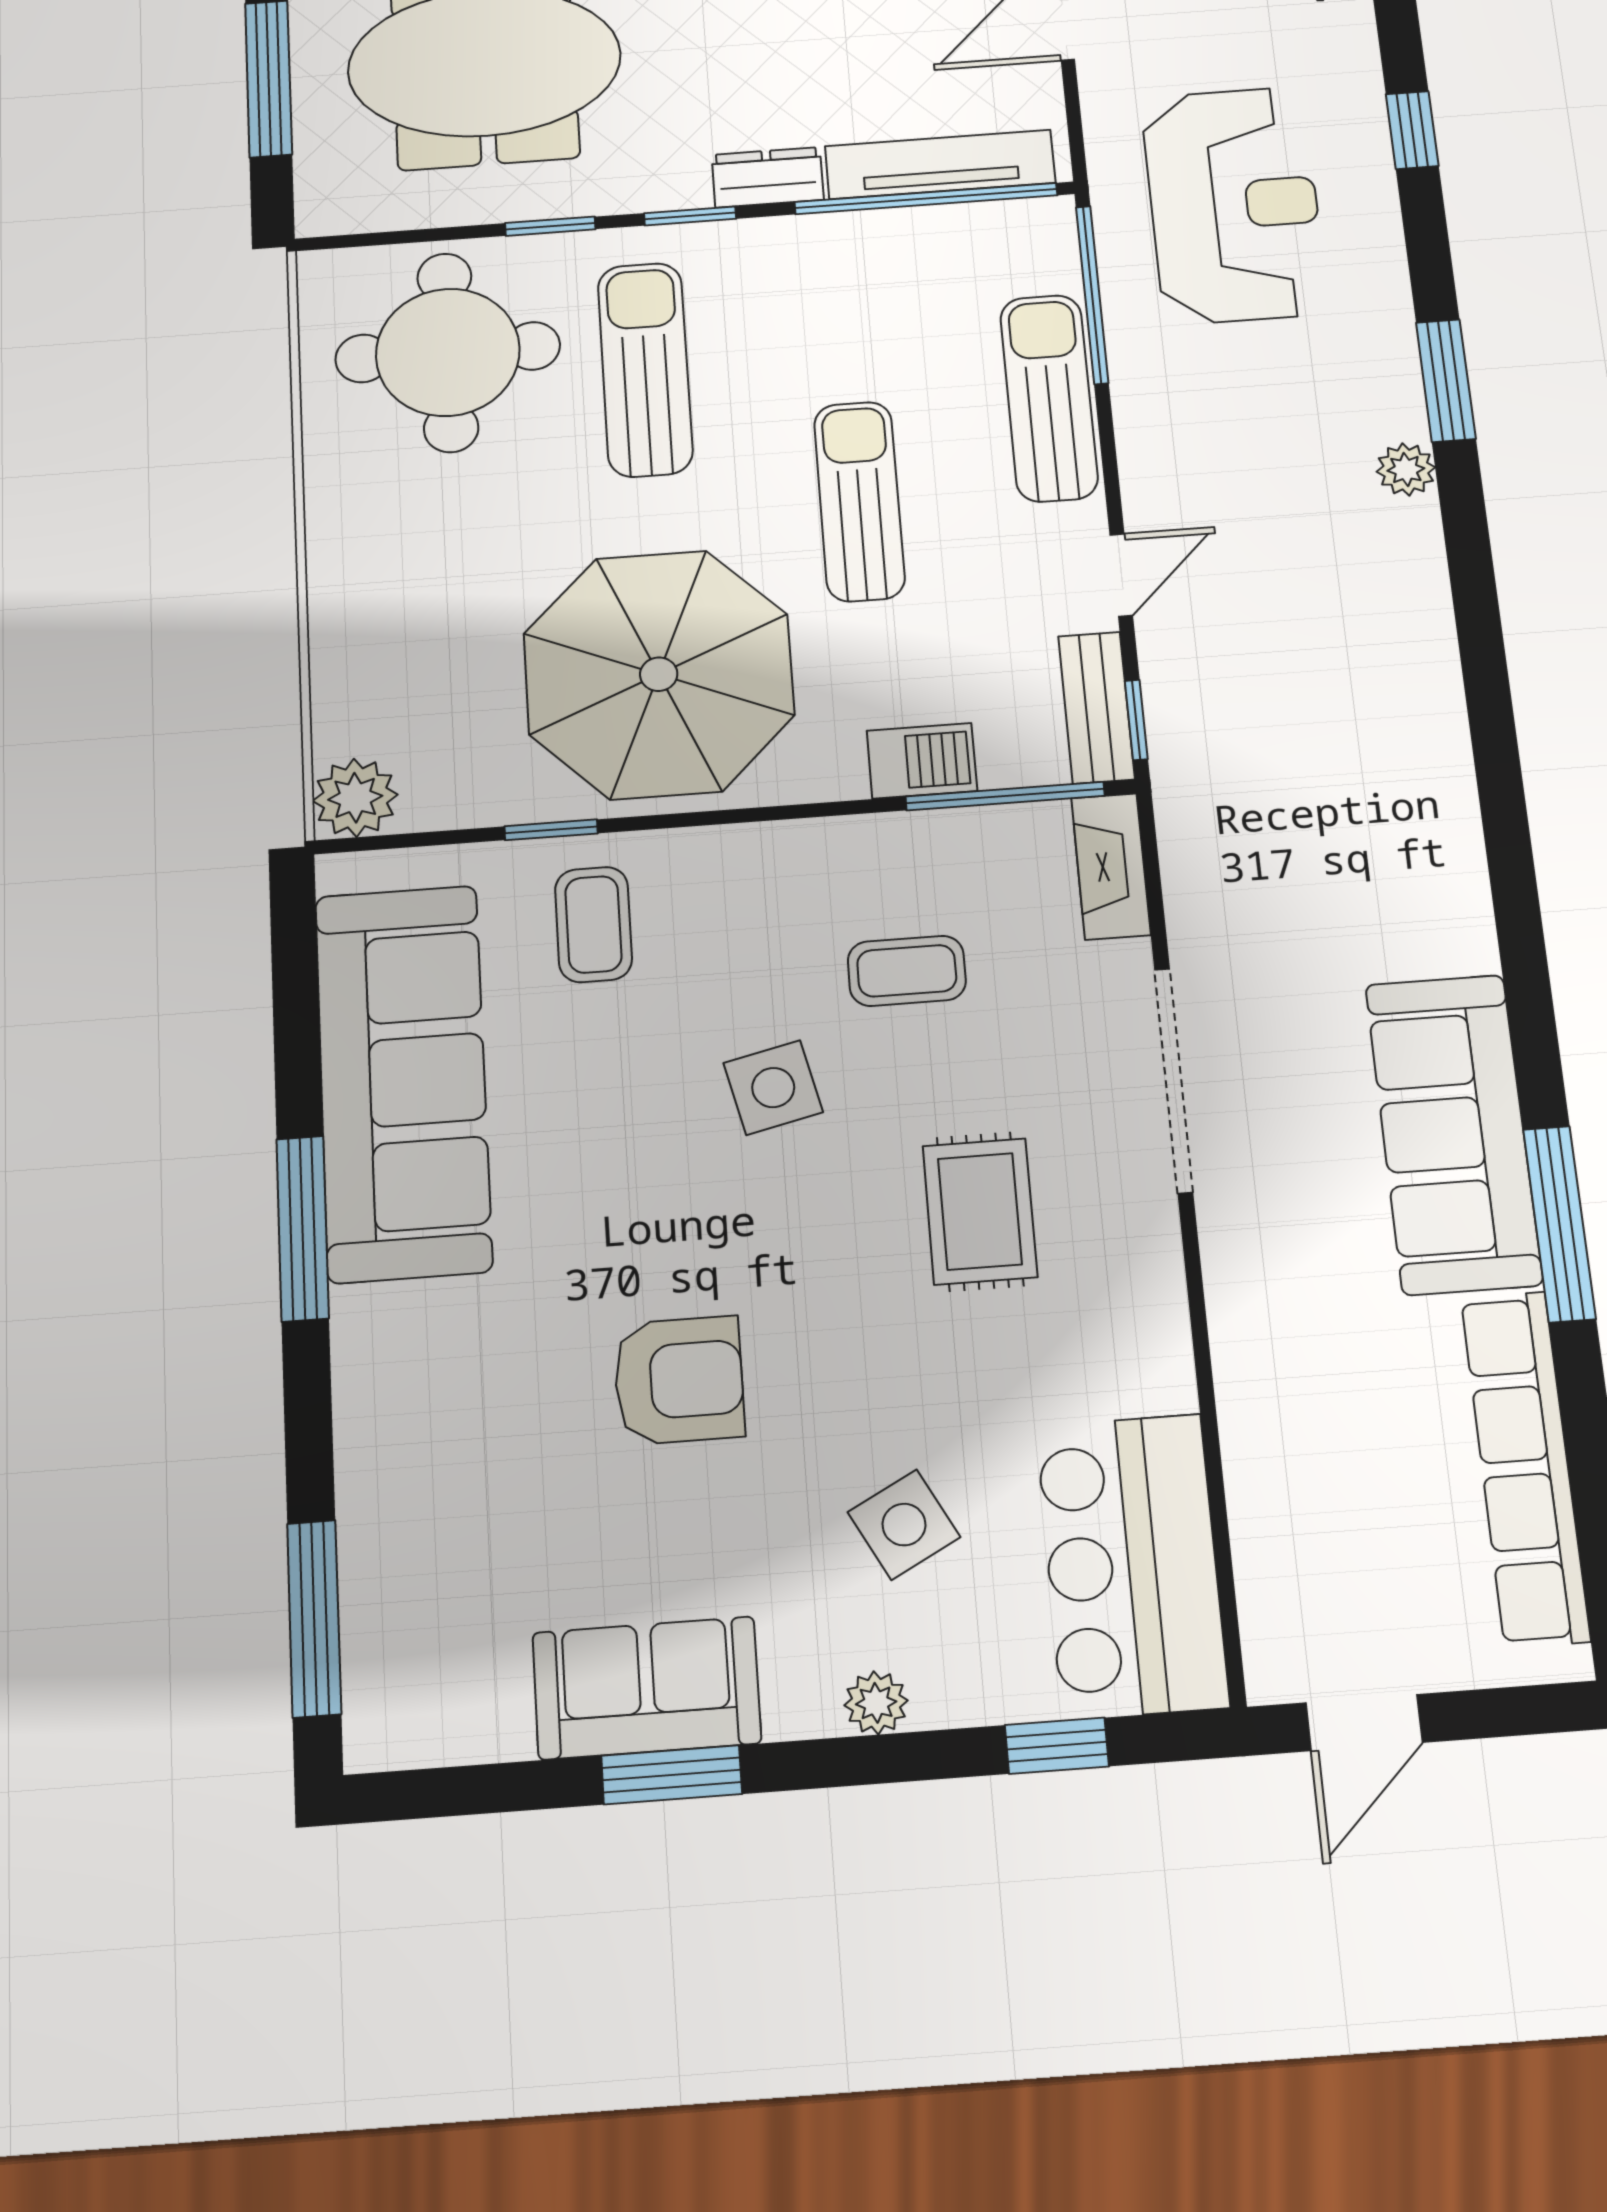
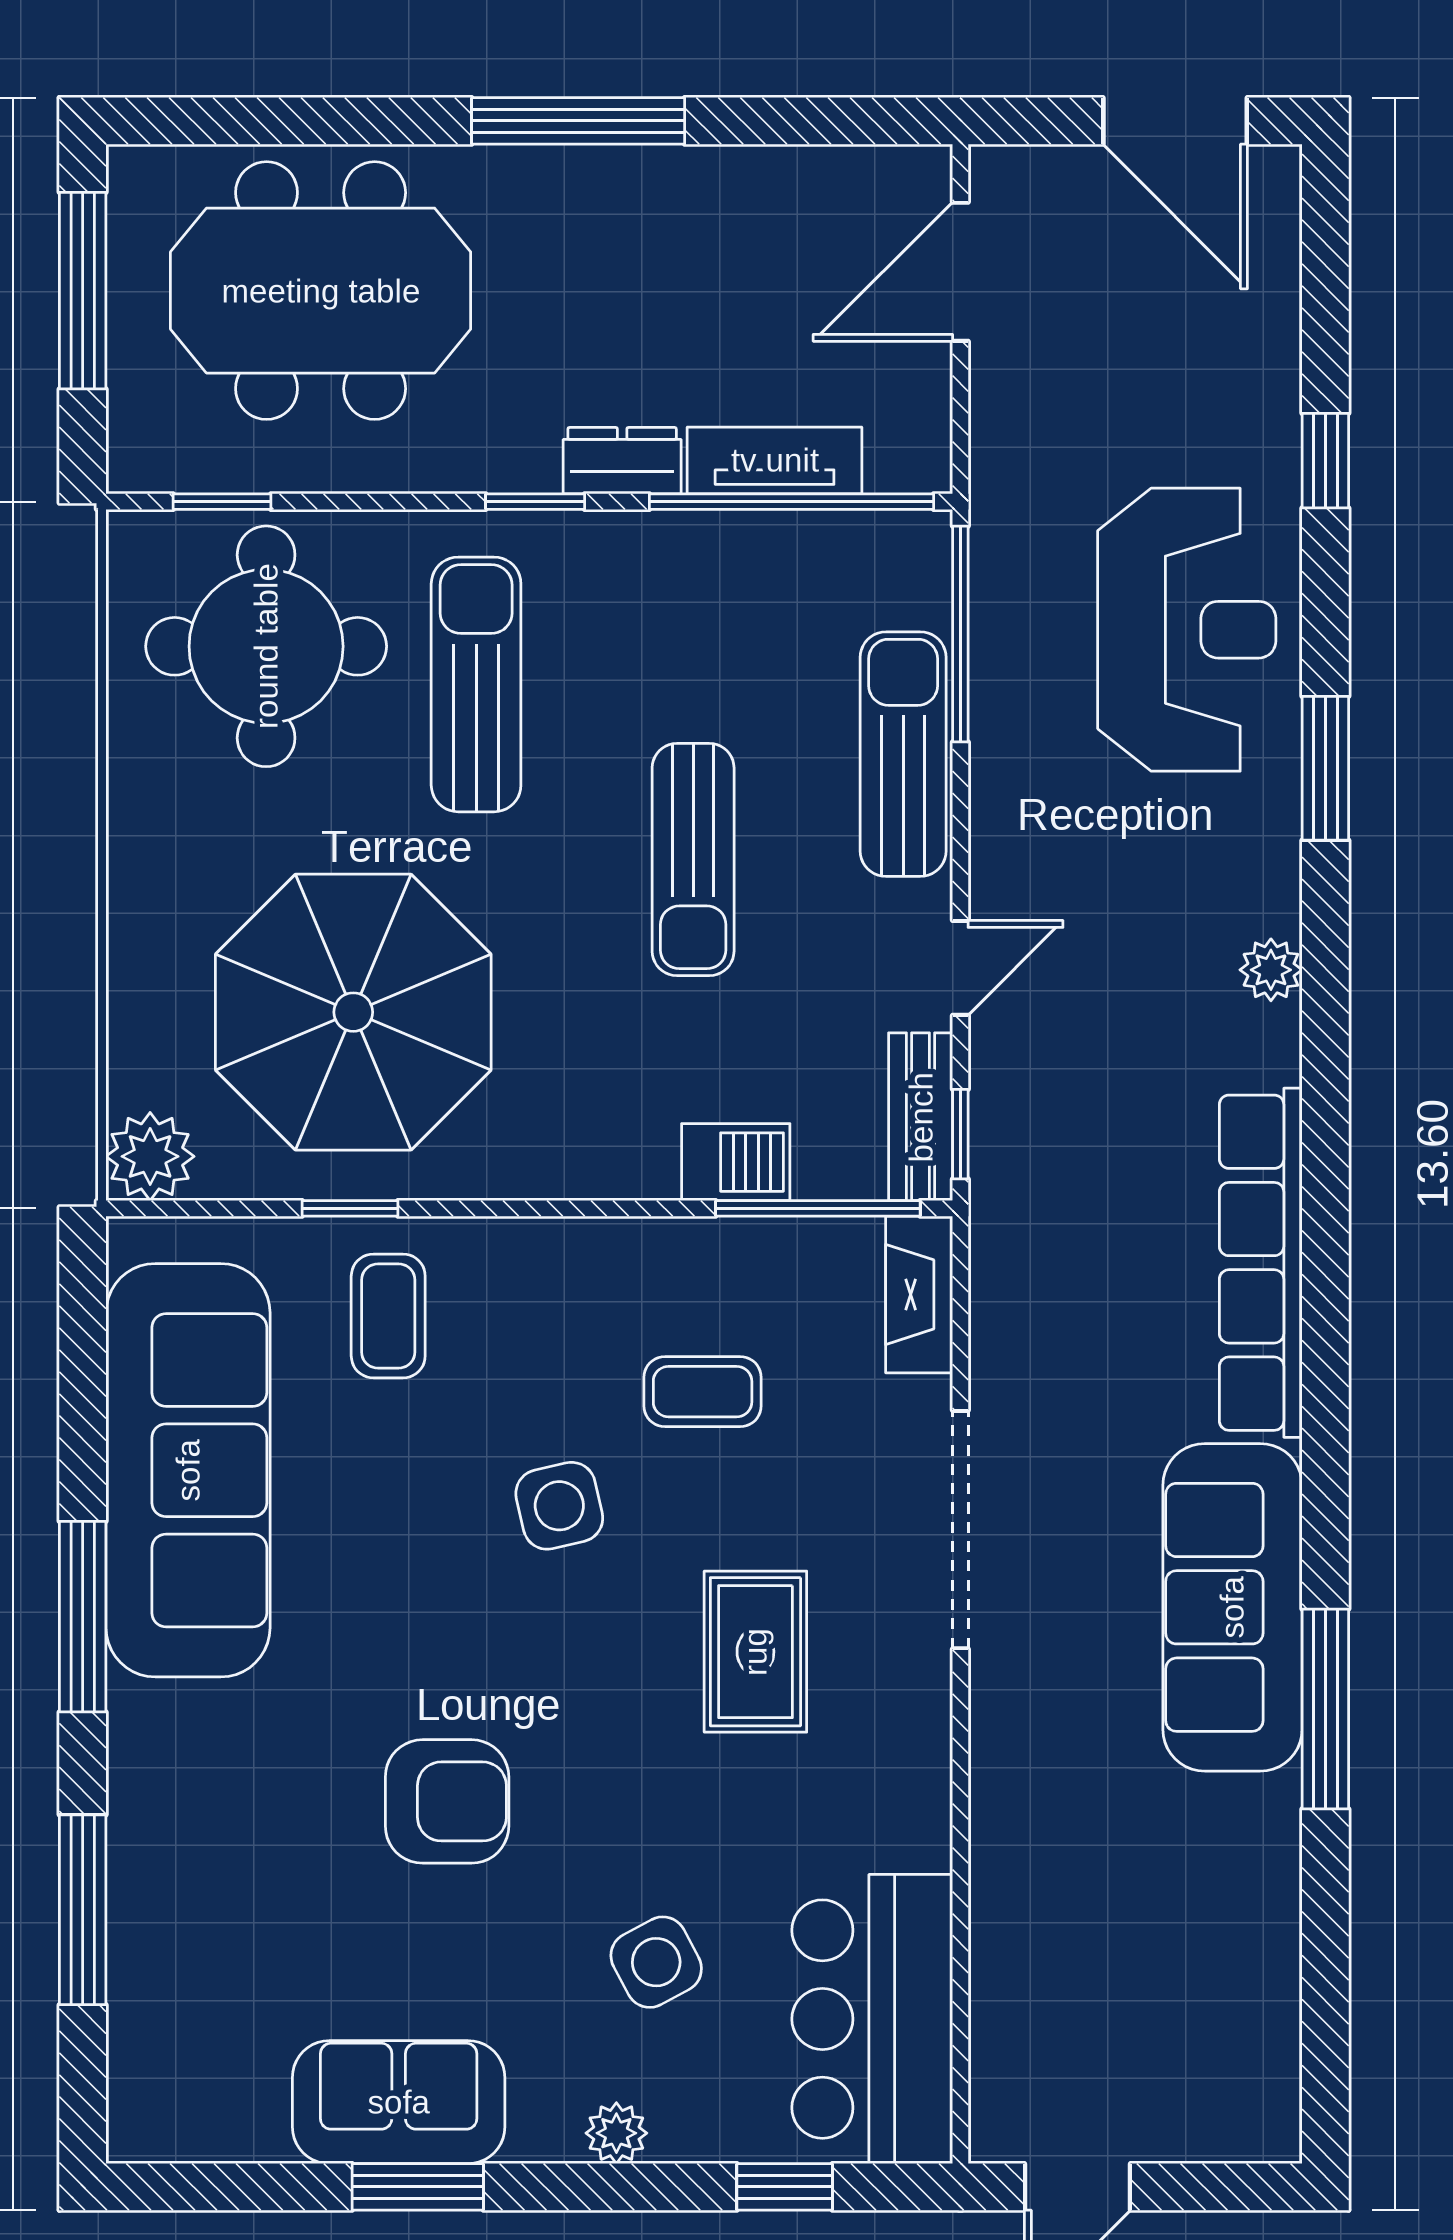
tv unit: (940, 164) -> (775, 460), width x0.71
reception desk: (1234, 205) -> (1187, 630), moved
window: (550, 226) -> (222, 502), moved
plant: (1406, 470) -> (1271, 970), moved
sun lounger: (859, 501) -> (693, 860), turned 180
parasol: (659, 674) -> (353, 1012), moved
row of seats: (1525, 1468) -> (1261, 1263), moved
window: (314, 1618) -> (83, 1910), moved

